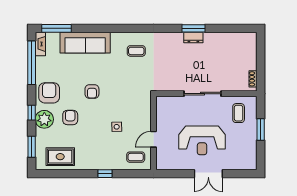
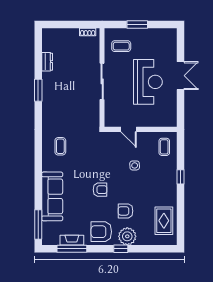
dresser: (193, 37) -> (47, 62), moved
fireplace: (40, 44) -> (72, 240), moved
window: (32, 63) -> (72, 249), width x0.68
door: (153, 139) -> (129, 129), moved
window: (32, 147) -> (154, 249), removed

